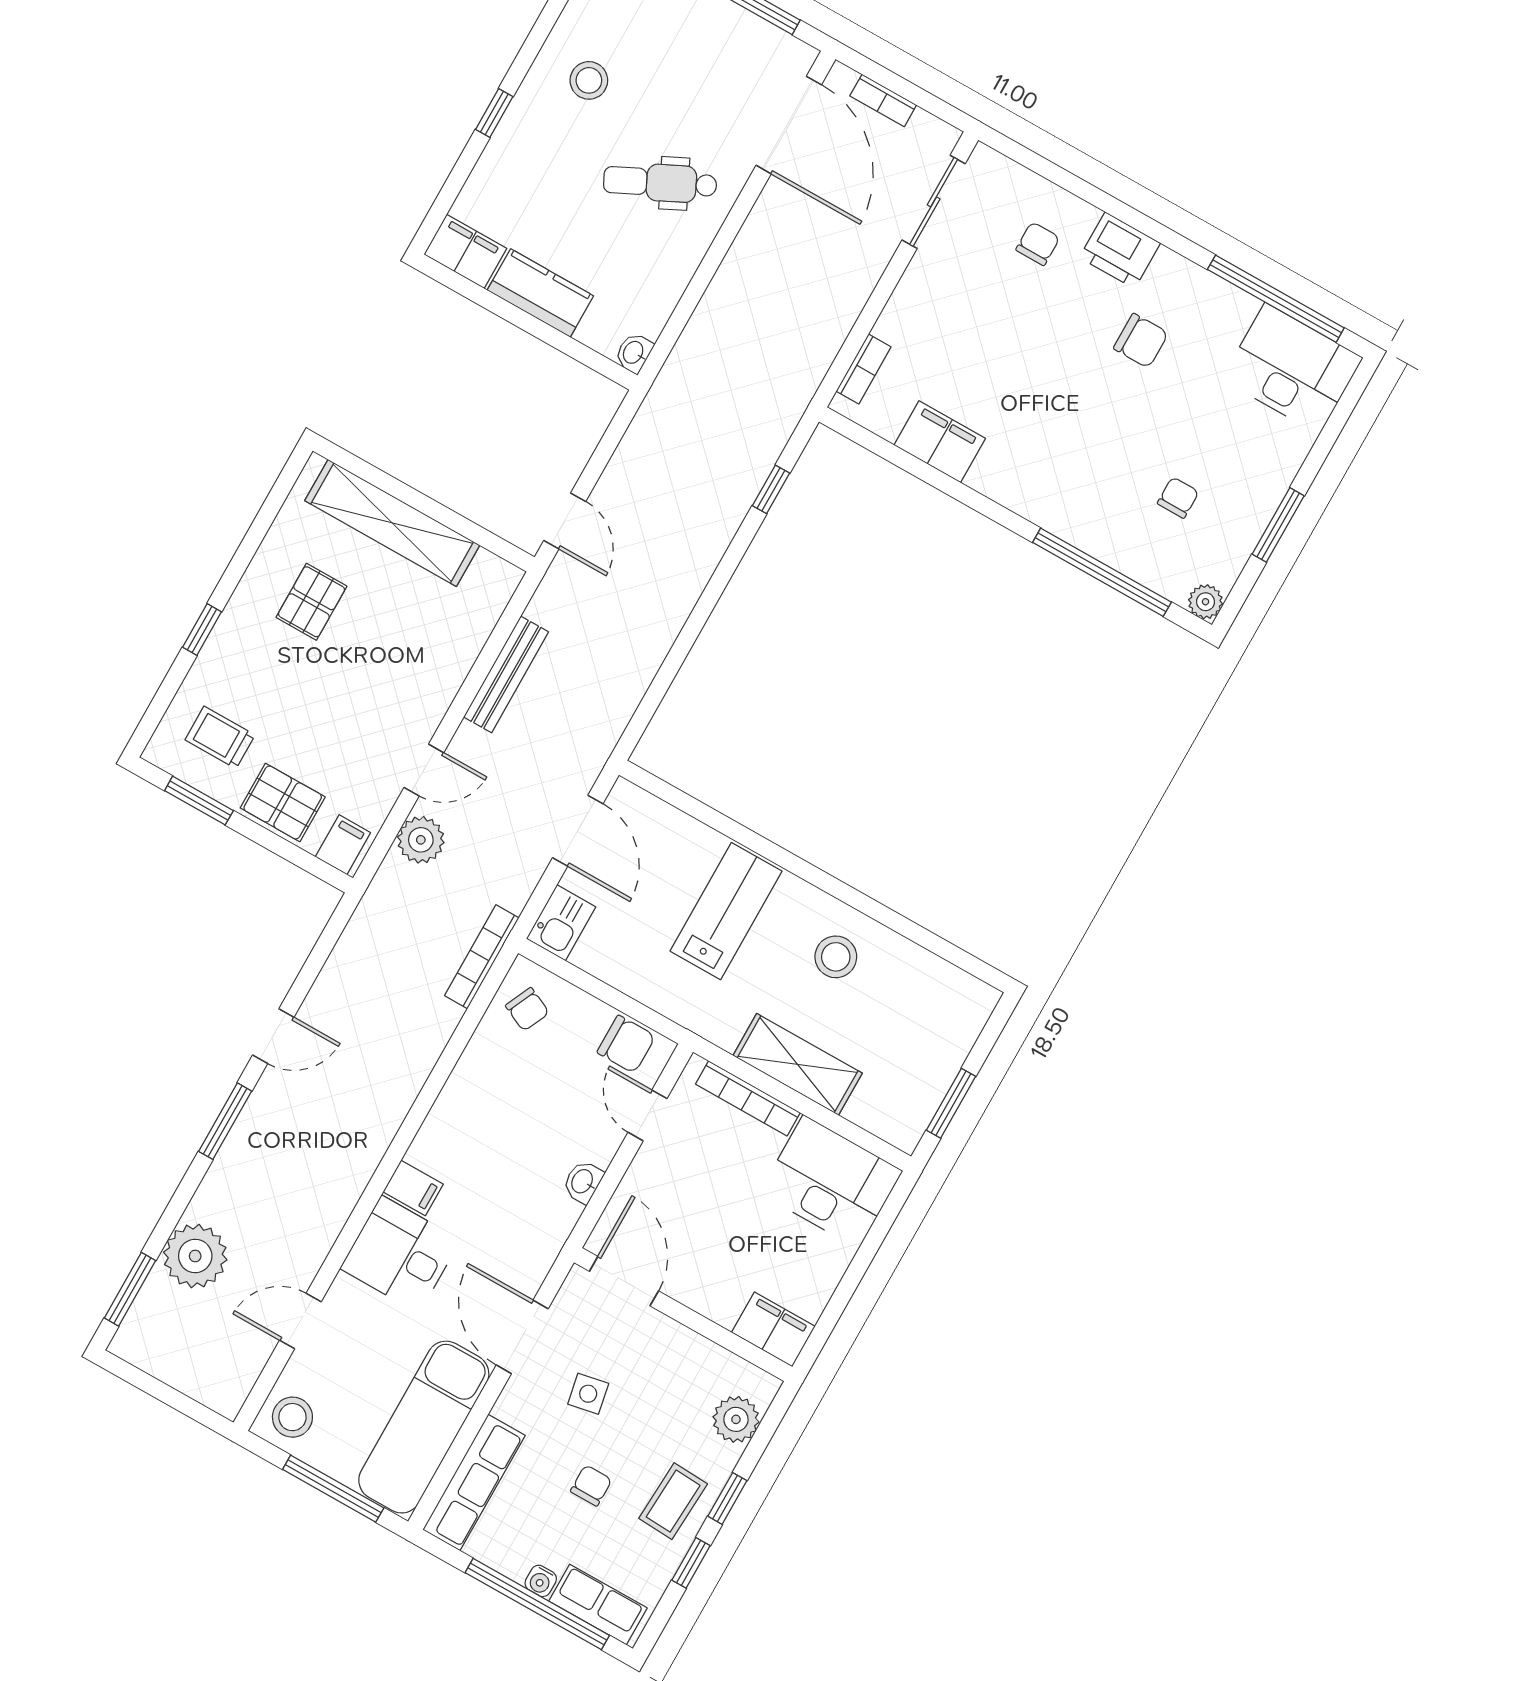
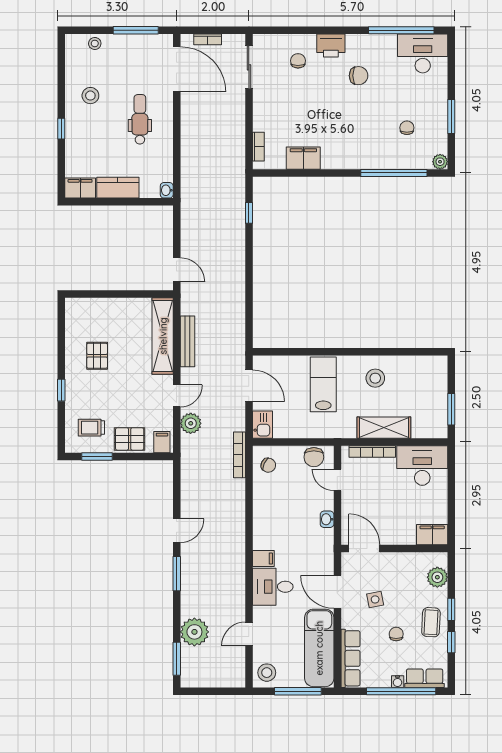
dental chair: (660, 183) -> (140, 119), turned 116
shelving: (392, 523) -> (163, 336), moved, turned 90
chair: (626, 1044) -> (314, 457), turned 90

